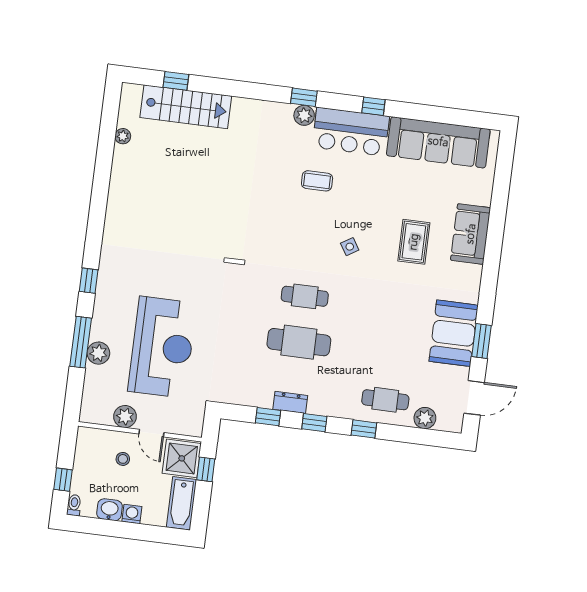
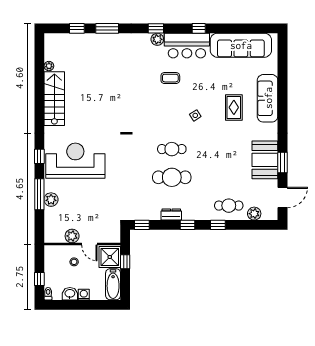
window: (225, 87) -> (107, 28), added
stairs: (186, 107) -> (54, 99), moved, turned -90
sofa: (471, 234) -> (268, 98), width x1.36
reception desk: (162, 347) -> (75, 161), moved, turned -90
window: (268, 417) -> (142, 225), moved

